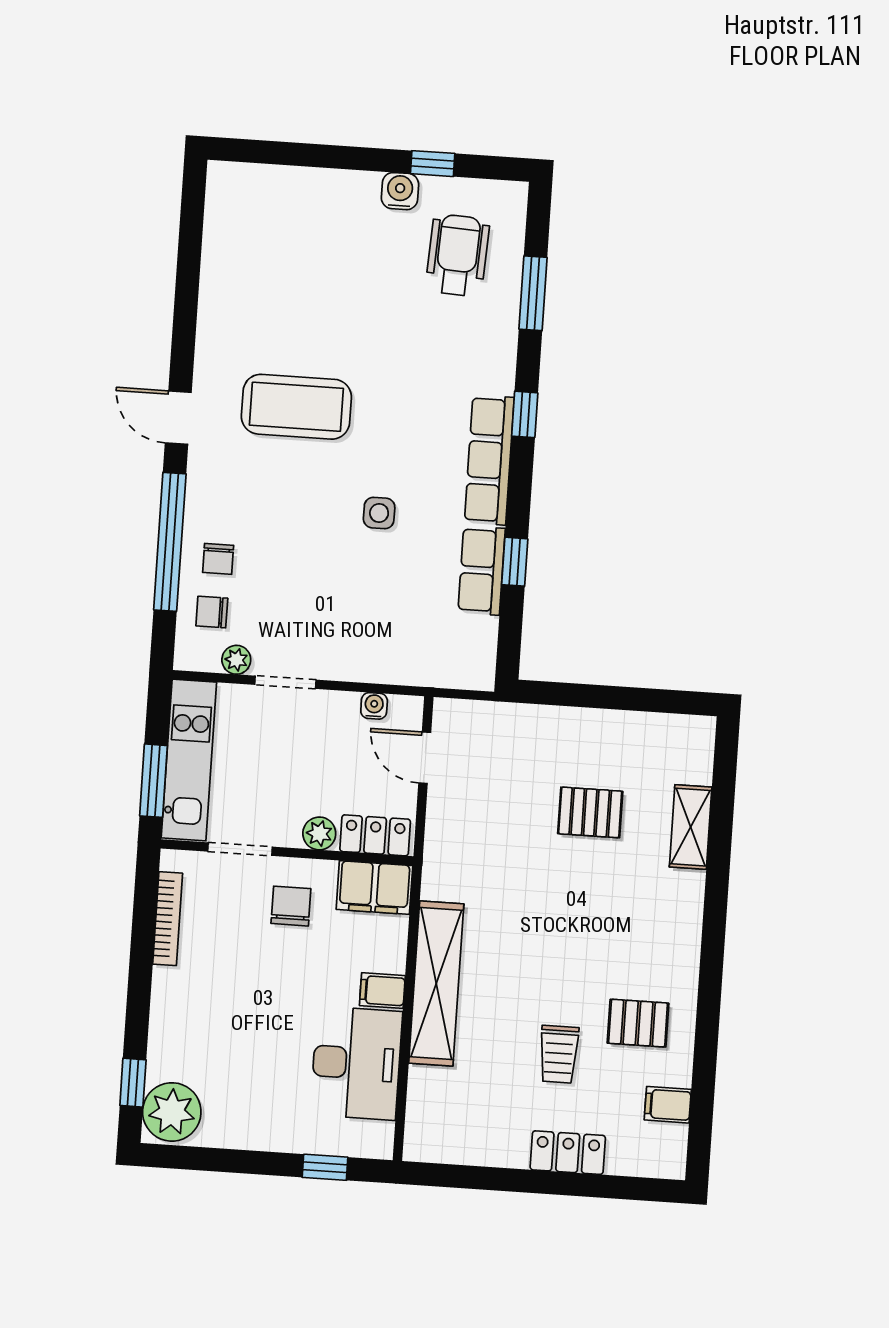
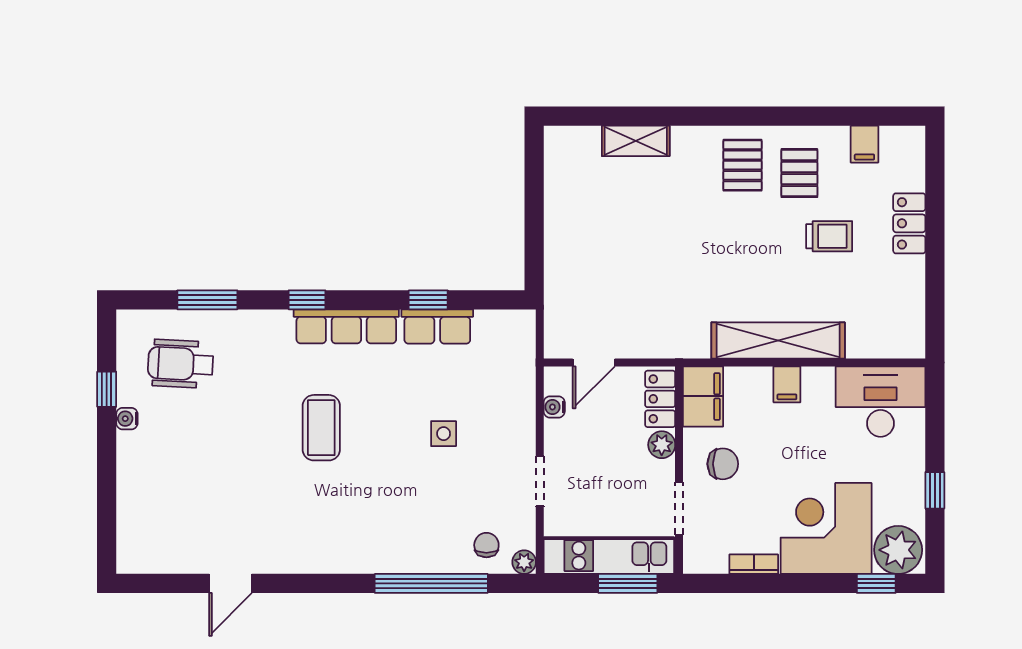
water cooler: (400, 191) -> (127, 419), width x0.72, depth x0.72
coffee table: (296, 407) -> (321, 428), moved, width x0.73, depth x0.76
door: (178, 418) -> (231, 583), moved
side table: (379, 513) -> (444, 434), moved
chair: (218, 559) -> (442, 543), removed
chair: (212, 612) -> (486, 545), turned 180
plant: (236, 660) -> (524, 562), moved
pallet: (590, 812) -> (743, 165), moved
chair: (291, 906) -> (723, 464), turned 180
bookcase: (168, 919) -> (754, 564), width x0.64
corner desk: (204, 1026) -> (826, 528), added
desk: (356, 1063) -> (880, 402), moved
window: (325, 1167) -> (935, 490), moved

